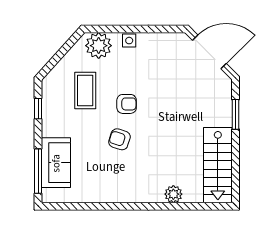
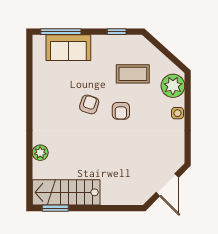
door: (209, 52) -> (167, 185), width x0.73
window: (235, 114) -> (55, 208), moved

